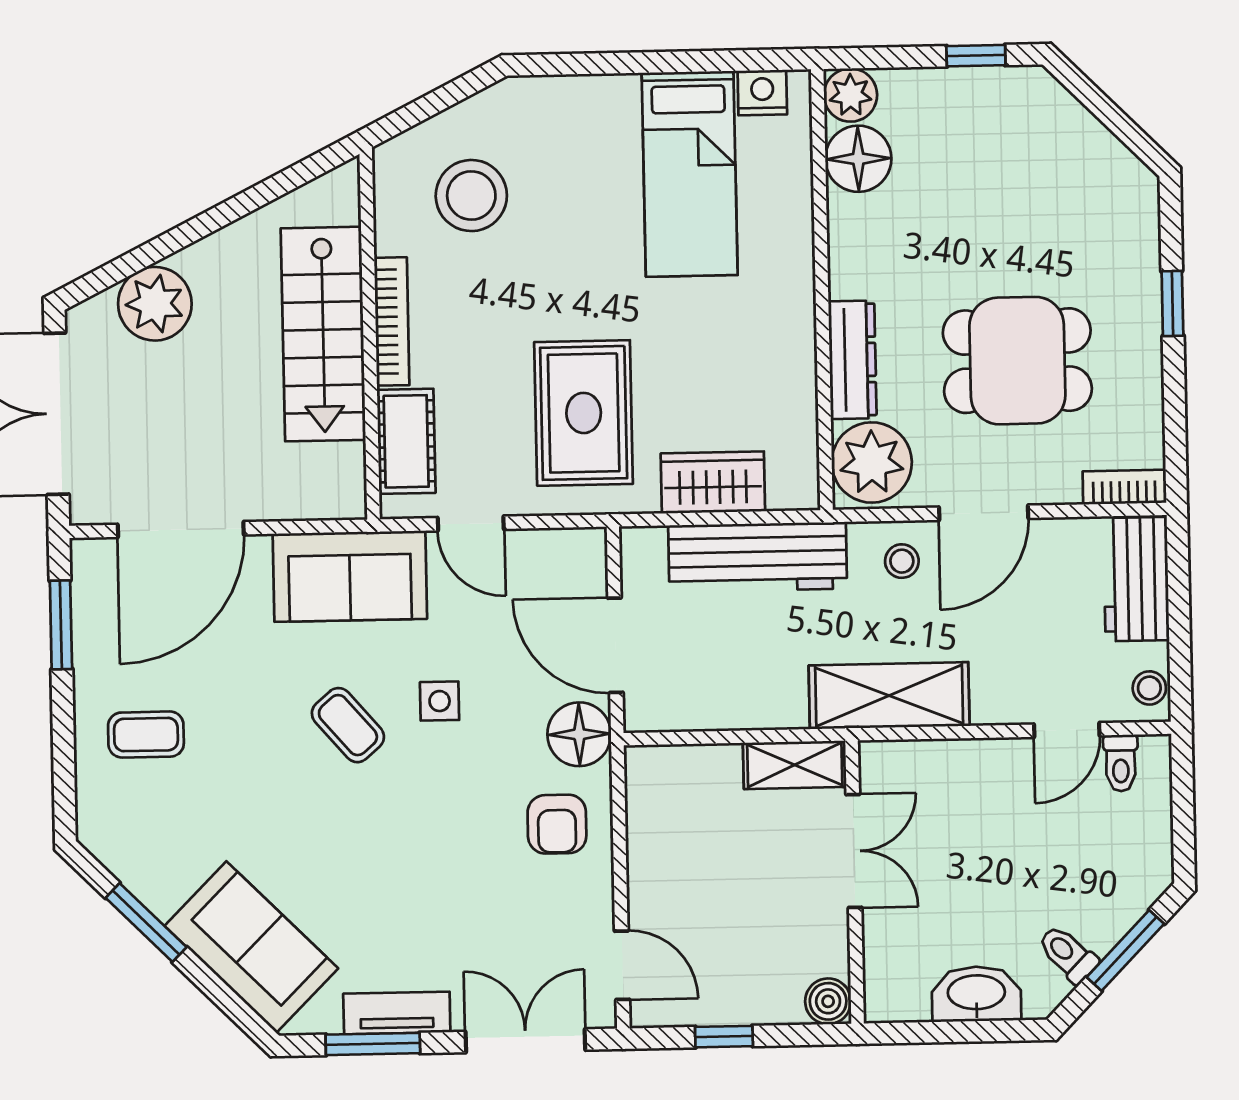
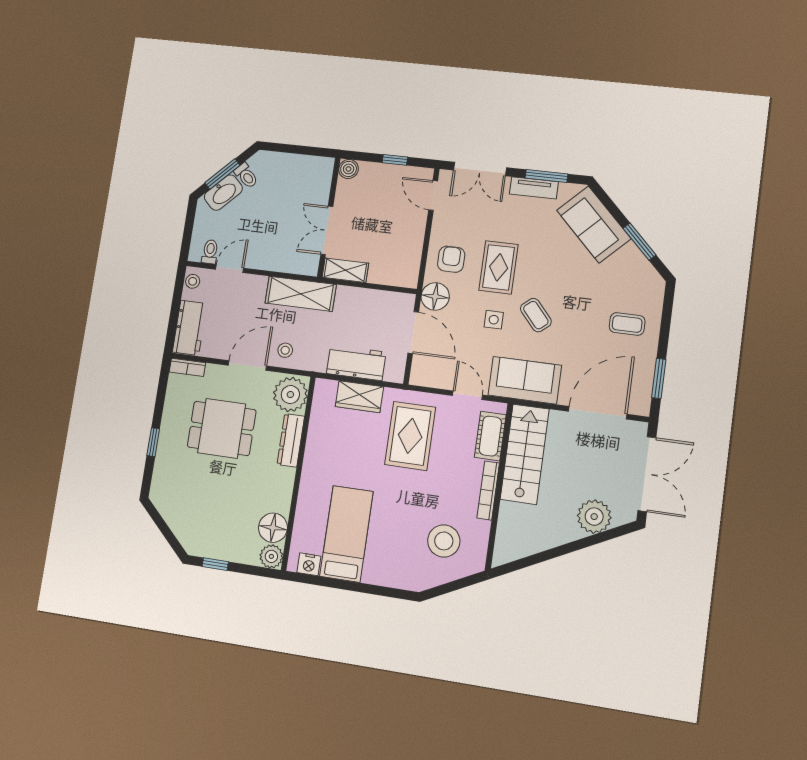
stairs: (323, 334) -> (525, 454), moved
workbench: (758, 557) -> (356, 363), width x0.73
rug: (448, 821) -> (499, 267), added
washbasin: (976, 994) -> (223, 193), moved, turned -46

